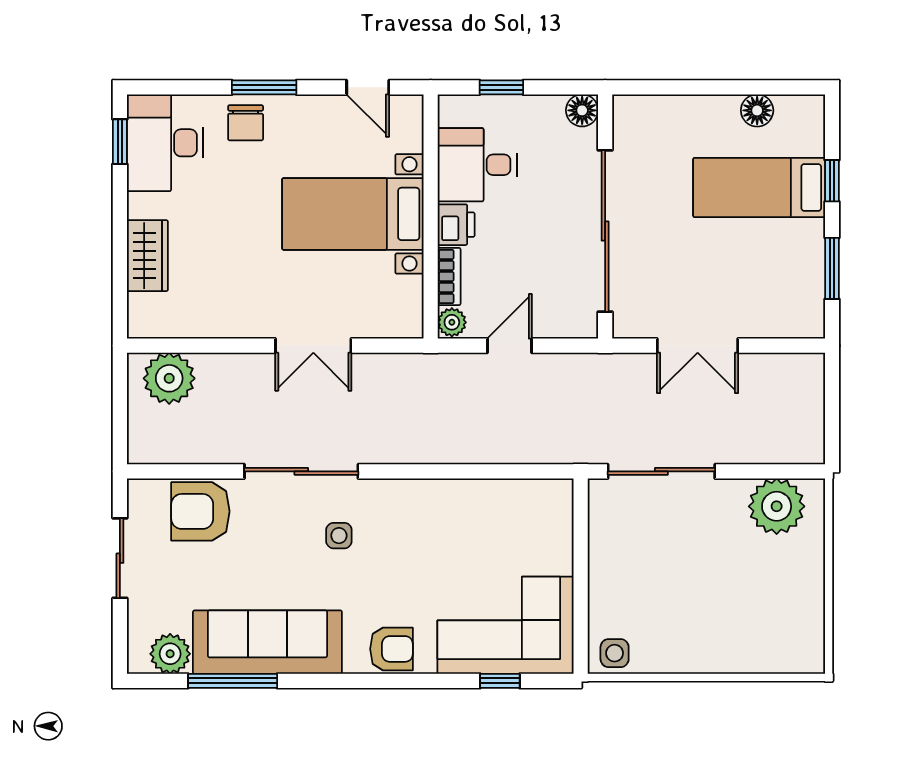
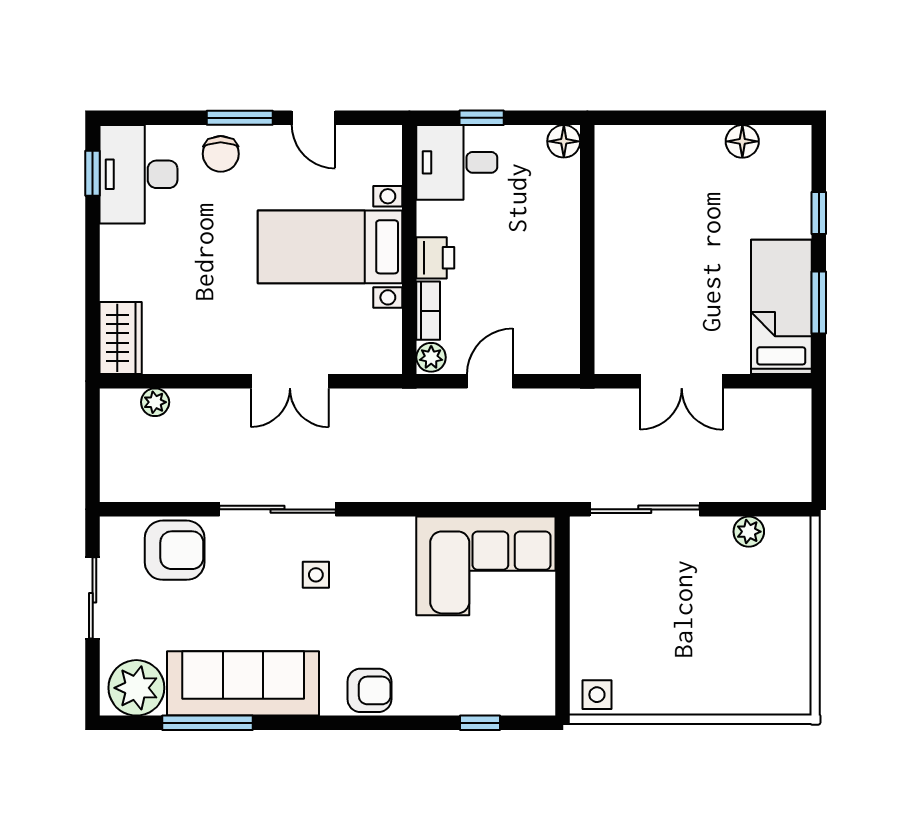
door: (368, 87) -> (313, 118), moved
desk: (477, 165) -> (457, 162), moved
bed: (759, 187) -> (781, 307), moved, turned 90
sliding door: (605, 231) -> (587, 264), removed
wardrobe: (147, 256) -> (121, 338), moved
plant: (169, 378) -> (155, 402), width x0.53, depth x0.53
plant: (777, 506) -> (749, 532), width x0.53, depth x0.53
armchair: (200, 511) -> (175, 550), turned 180
corner sofa: (506, 625) -> (486, 566), moved, turned 180
plant: (170, 654) -> (136, 688), width x1.36, depth x1.36

